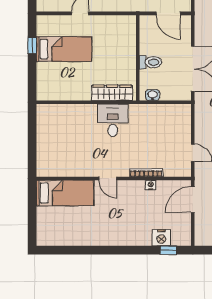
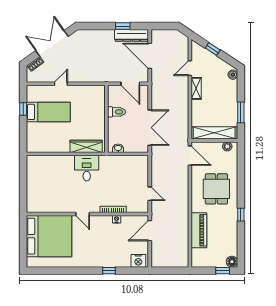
toilet: (151, 62) -> (117, 112), moved
bed: (65, 193) -> (49, 236), width x2.04
nightstand: (161, 238) -> (138, 261), moved
window: (169, 250) -> (109, 271), moved

